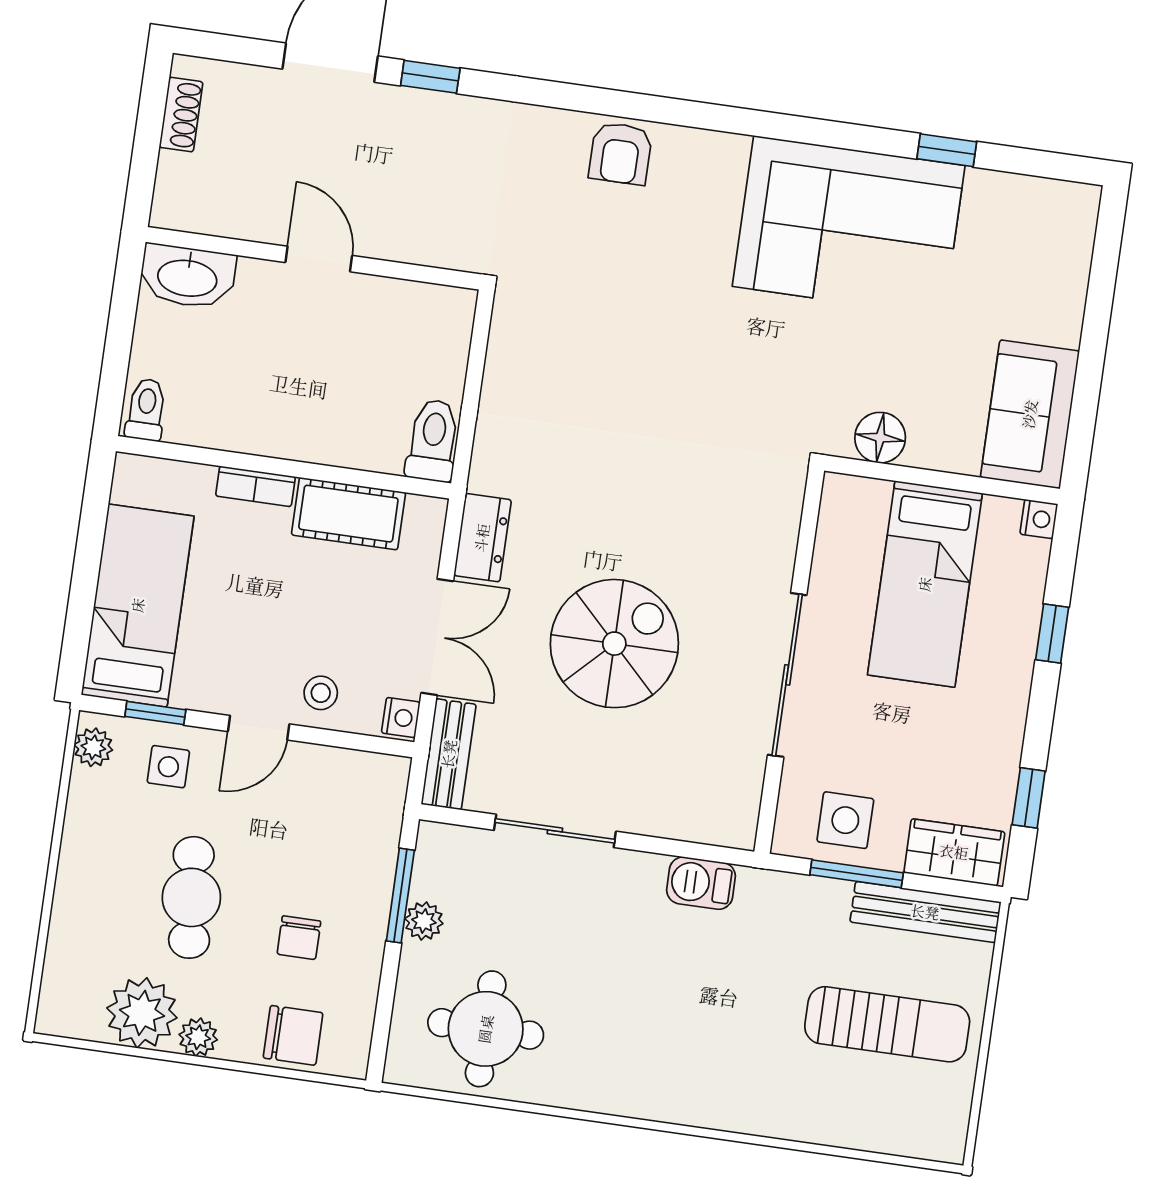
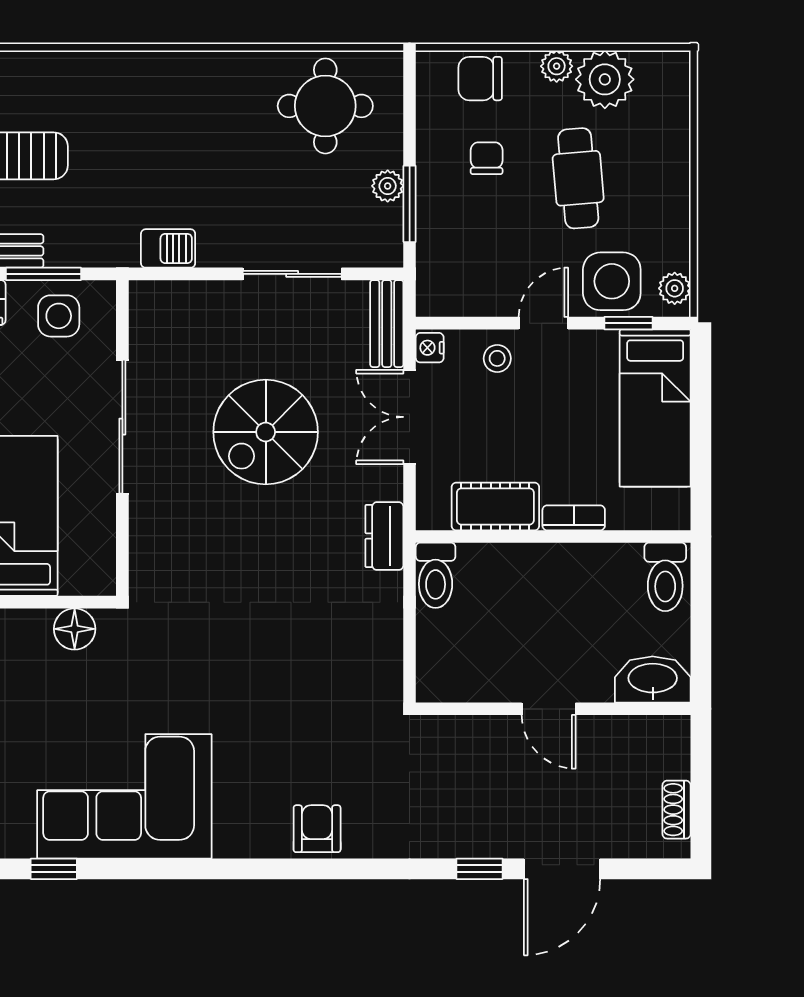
toilet: (146, 409) -> (665, 577), width x1.37, depth x1.39
dresser: (482, 538) -> (384, 536), moved
side table: (168, 767) -> (612, 281), width x1.87, depth x1.87

